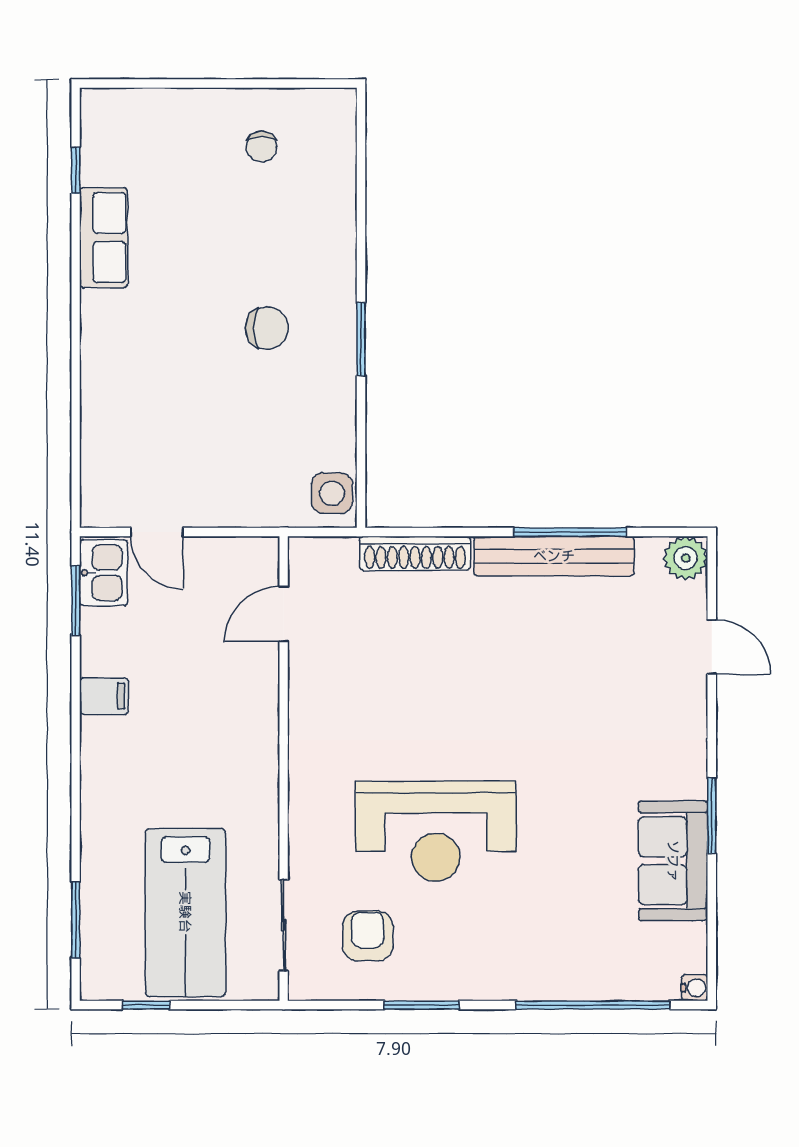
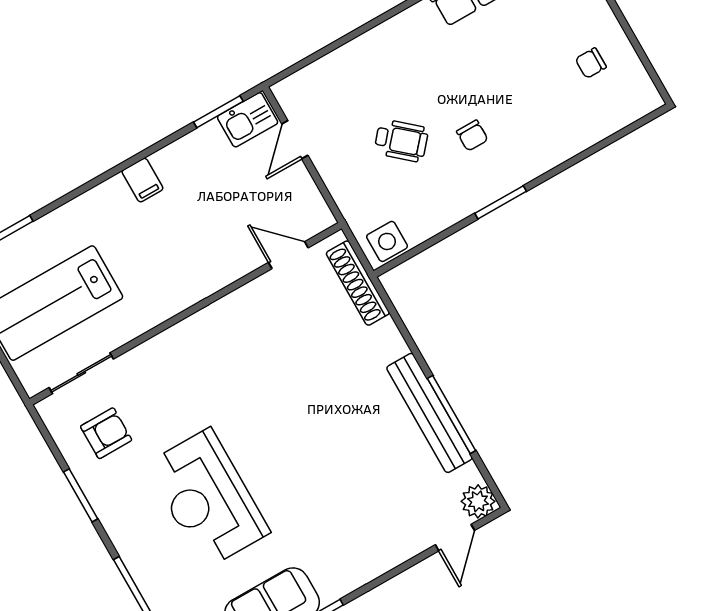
chair: (267, 328) -> (472, 136), width x0.73, depth x0.73
wheelchair: (227, 412) -> (401, 141), added
shoe rack: (415, 553) -> (358, 283), moved
door: (712, 647) -> (455, 538), moved
filing cabinet: (104, 696) -> (142, 180), moved
reception desk: (436, 831) -> (208, 498), moved

